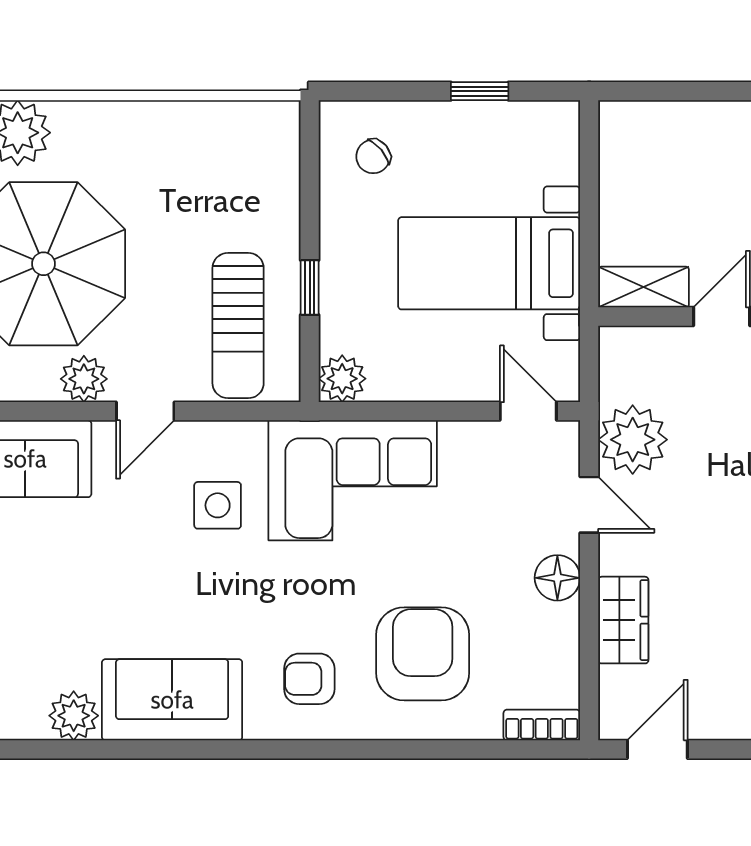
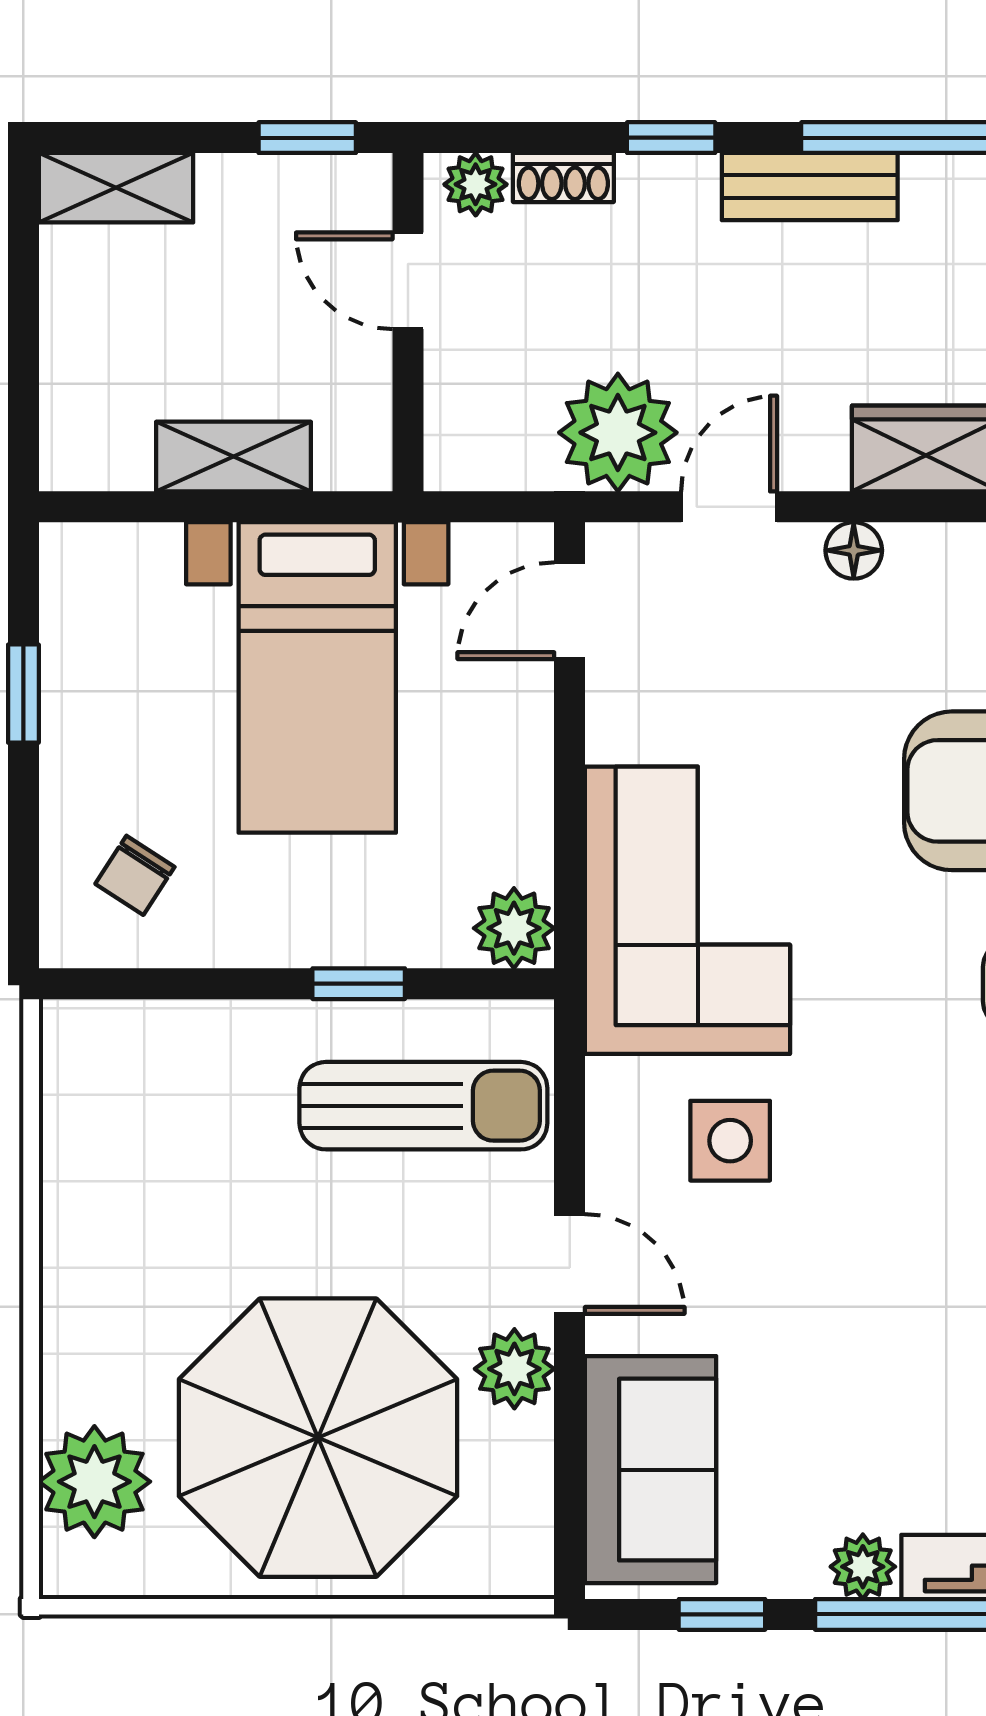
chair: (373, 156) -> (135, 875), turned 73
shelving: (644, 287) -> (233, 457), moved, turned 90
floor lamp: (557, 578) -> (854, 550), width x0.73, depth x0.73

